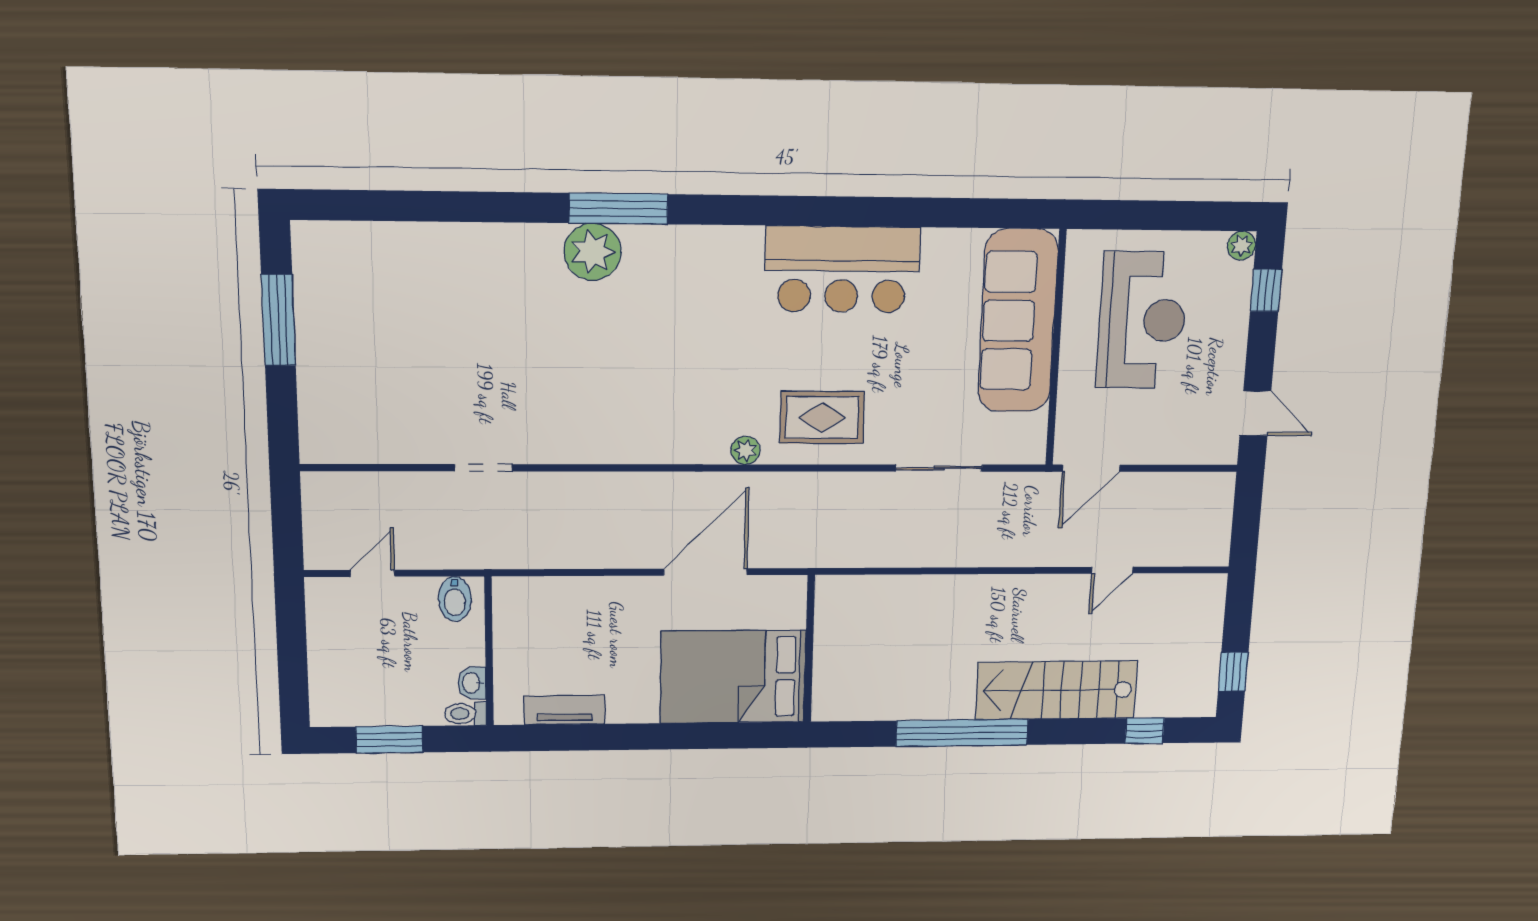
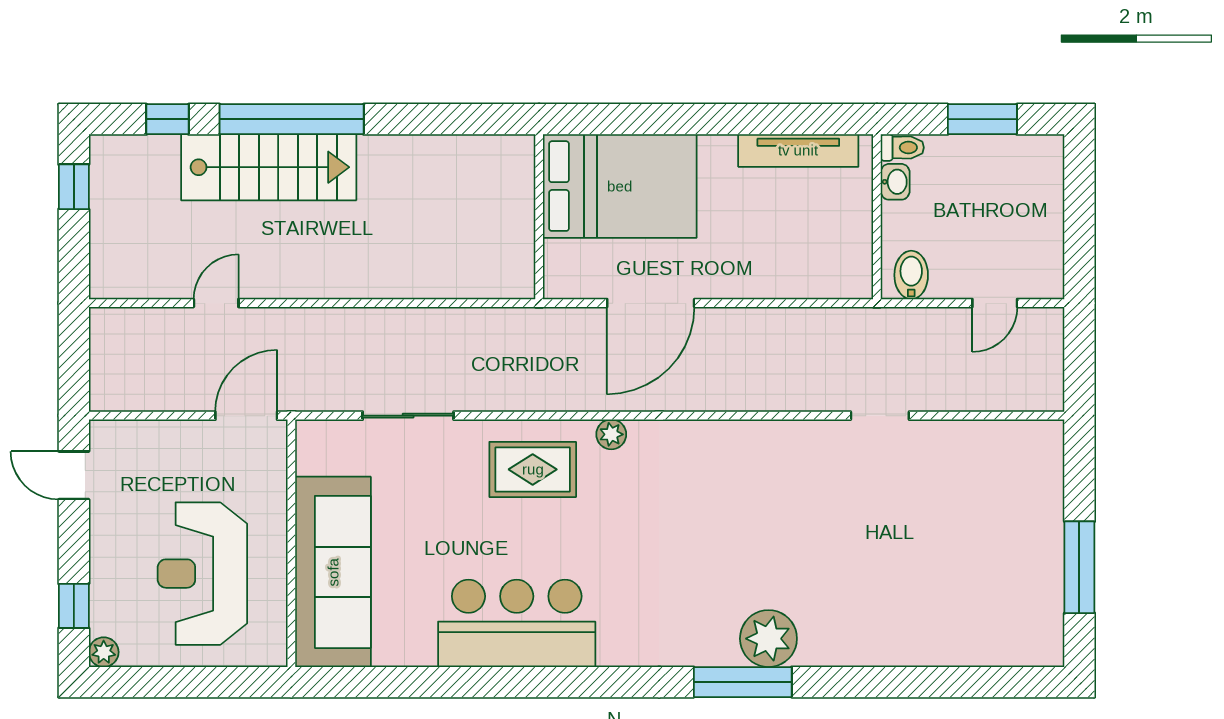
tv unit: (565, 710) -> (798, 150), width x1.41
window: (962, 733) -> (292, 119), moved

